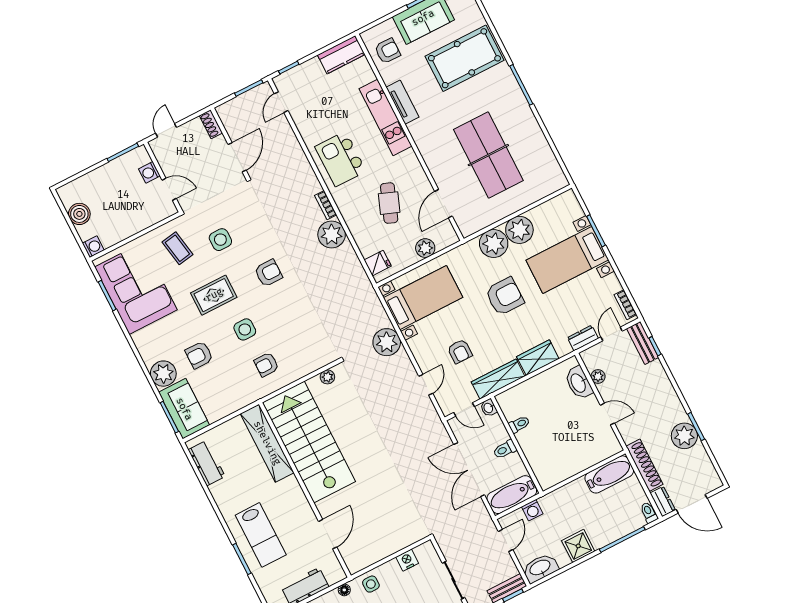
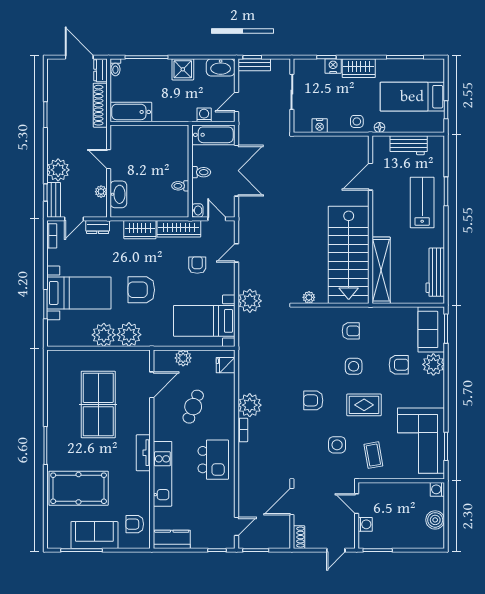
tv unit: (403, 102) -> (143, 453), moved
plant: (684, 436) -> (58, 170), moved
workbench: (207, 463) -> (435, 272), width x1.38

